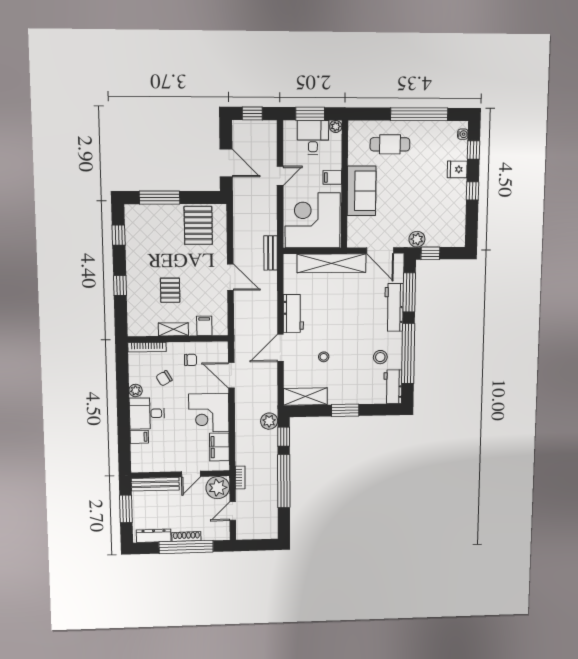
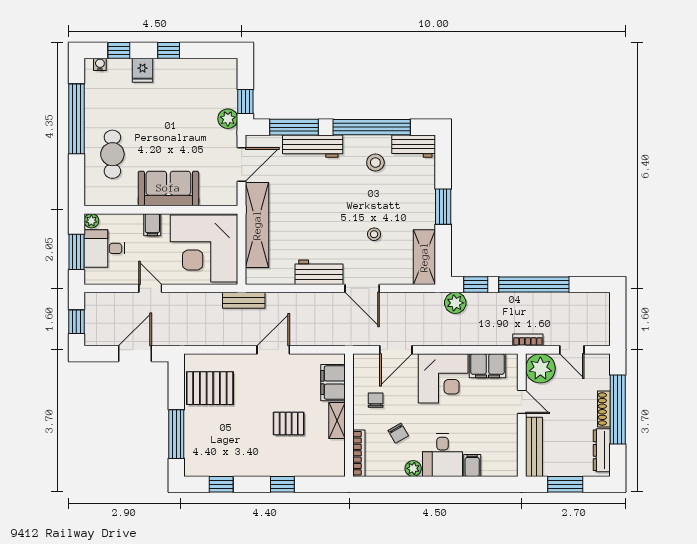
filing cabinet: (204, 326) -> (333, 383), width x2.00

